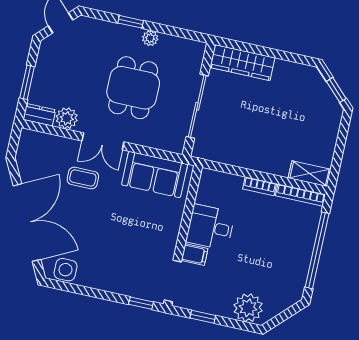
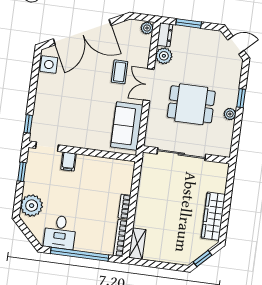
wardrobe: (242, 63) -> (213, 216), moved
plant: (29, 137) -> (147, 28), added
desk: (210, 227) -> (60, 232), moved, turned 180
doorway: (173, 281) -> (47, 147), width x0.73

